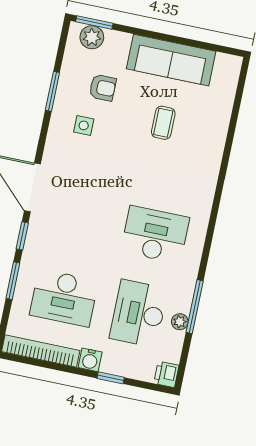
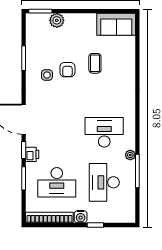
plant: (92, 37) -> (57, 20), moved
sofa: (171, 60) -> (116, 24), moved, width x0.73
armchair: (103, 88) -> (67, 70), moved, turned 90
plant: (180, 322) -> (130, 155), moved
printer: (166, 374) -> (32, 154), moved, turned 180

